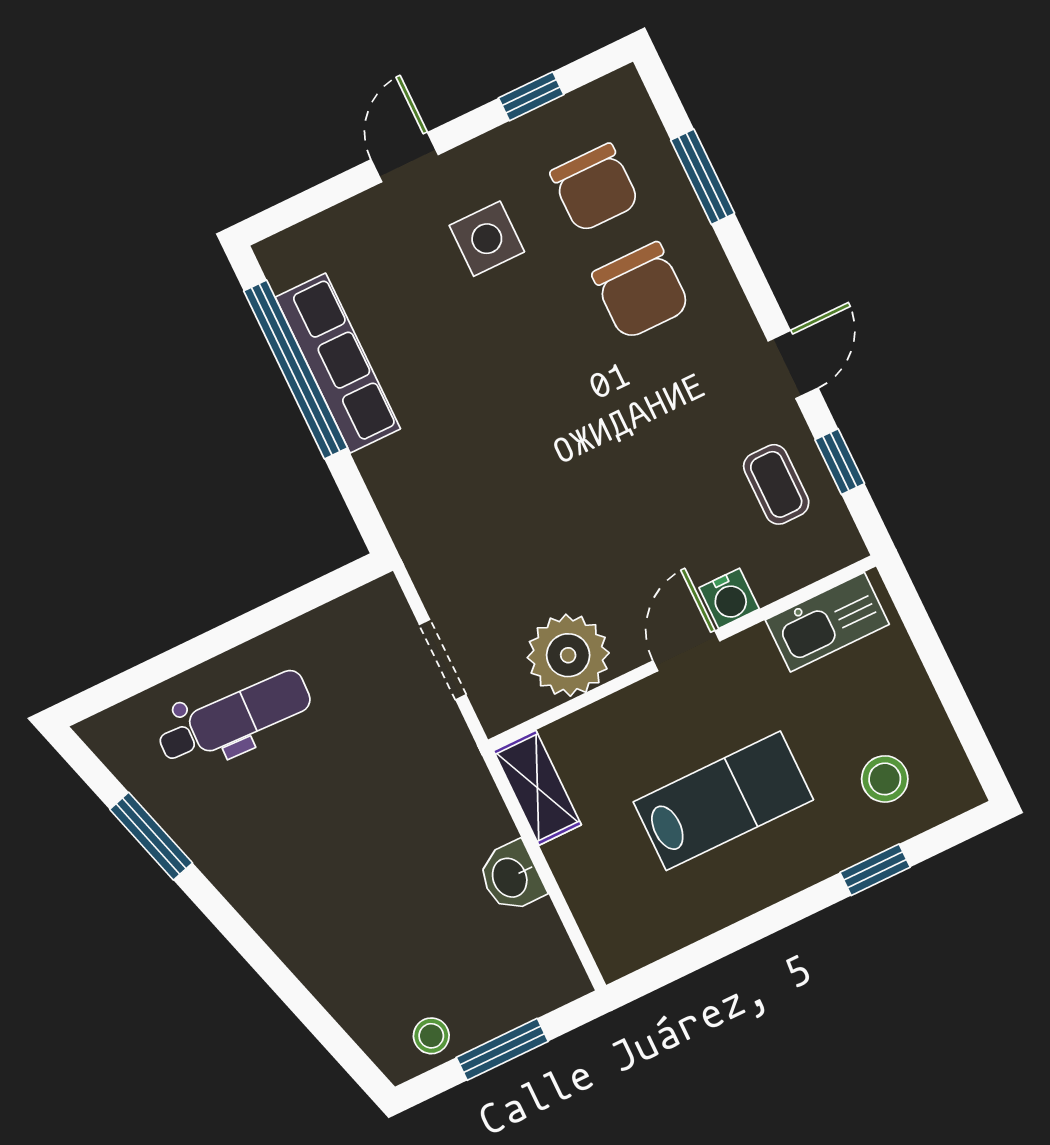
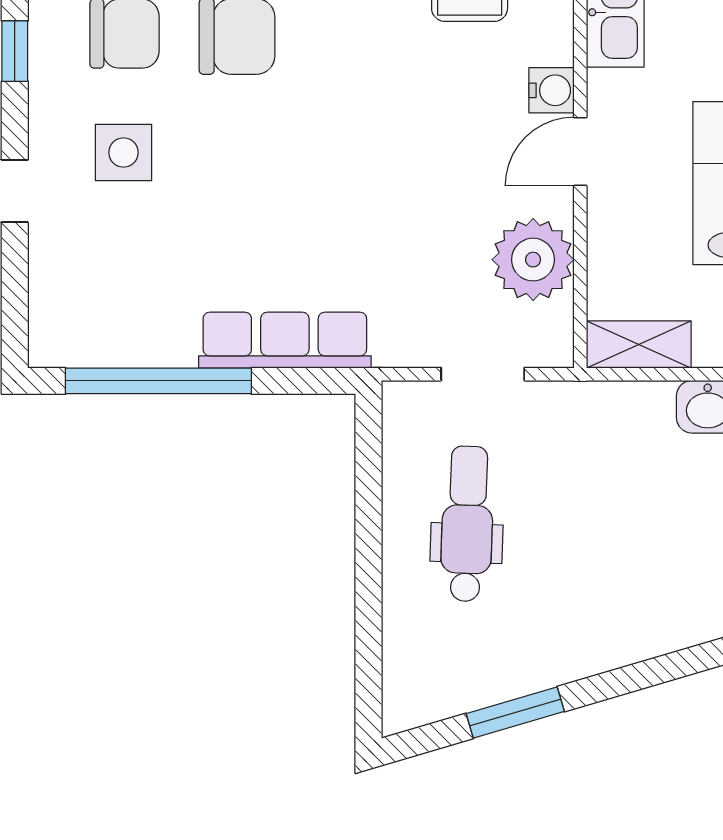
row of seats: (338, 363) -> (285, 340), moved
door: (686, 651) -> (580, 151), hinge flipped
dental chair: (234, 718) -> (467, 524), moved

